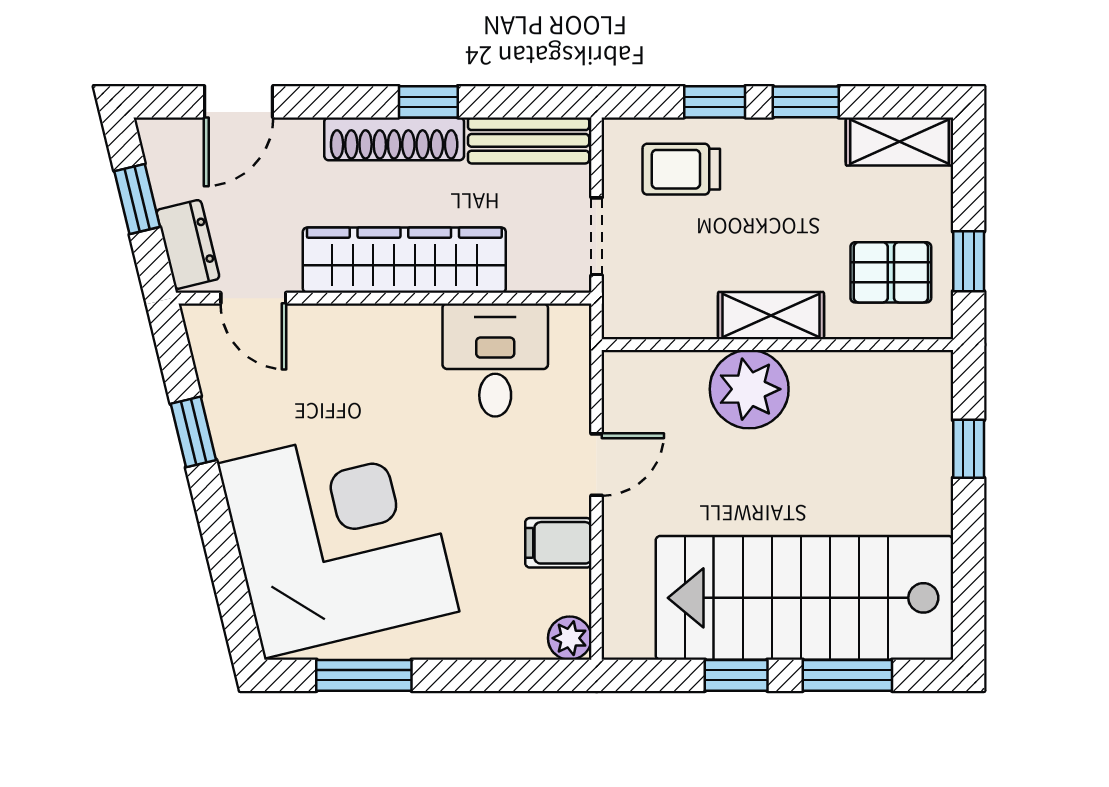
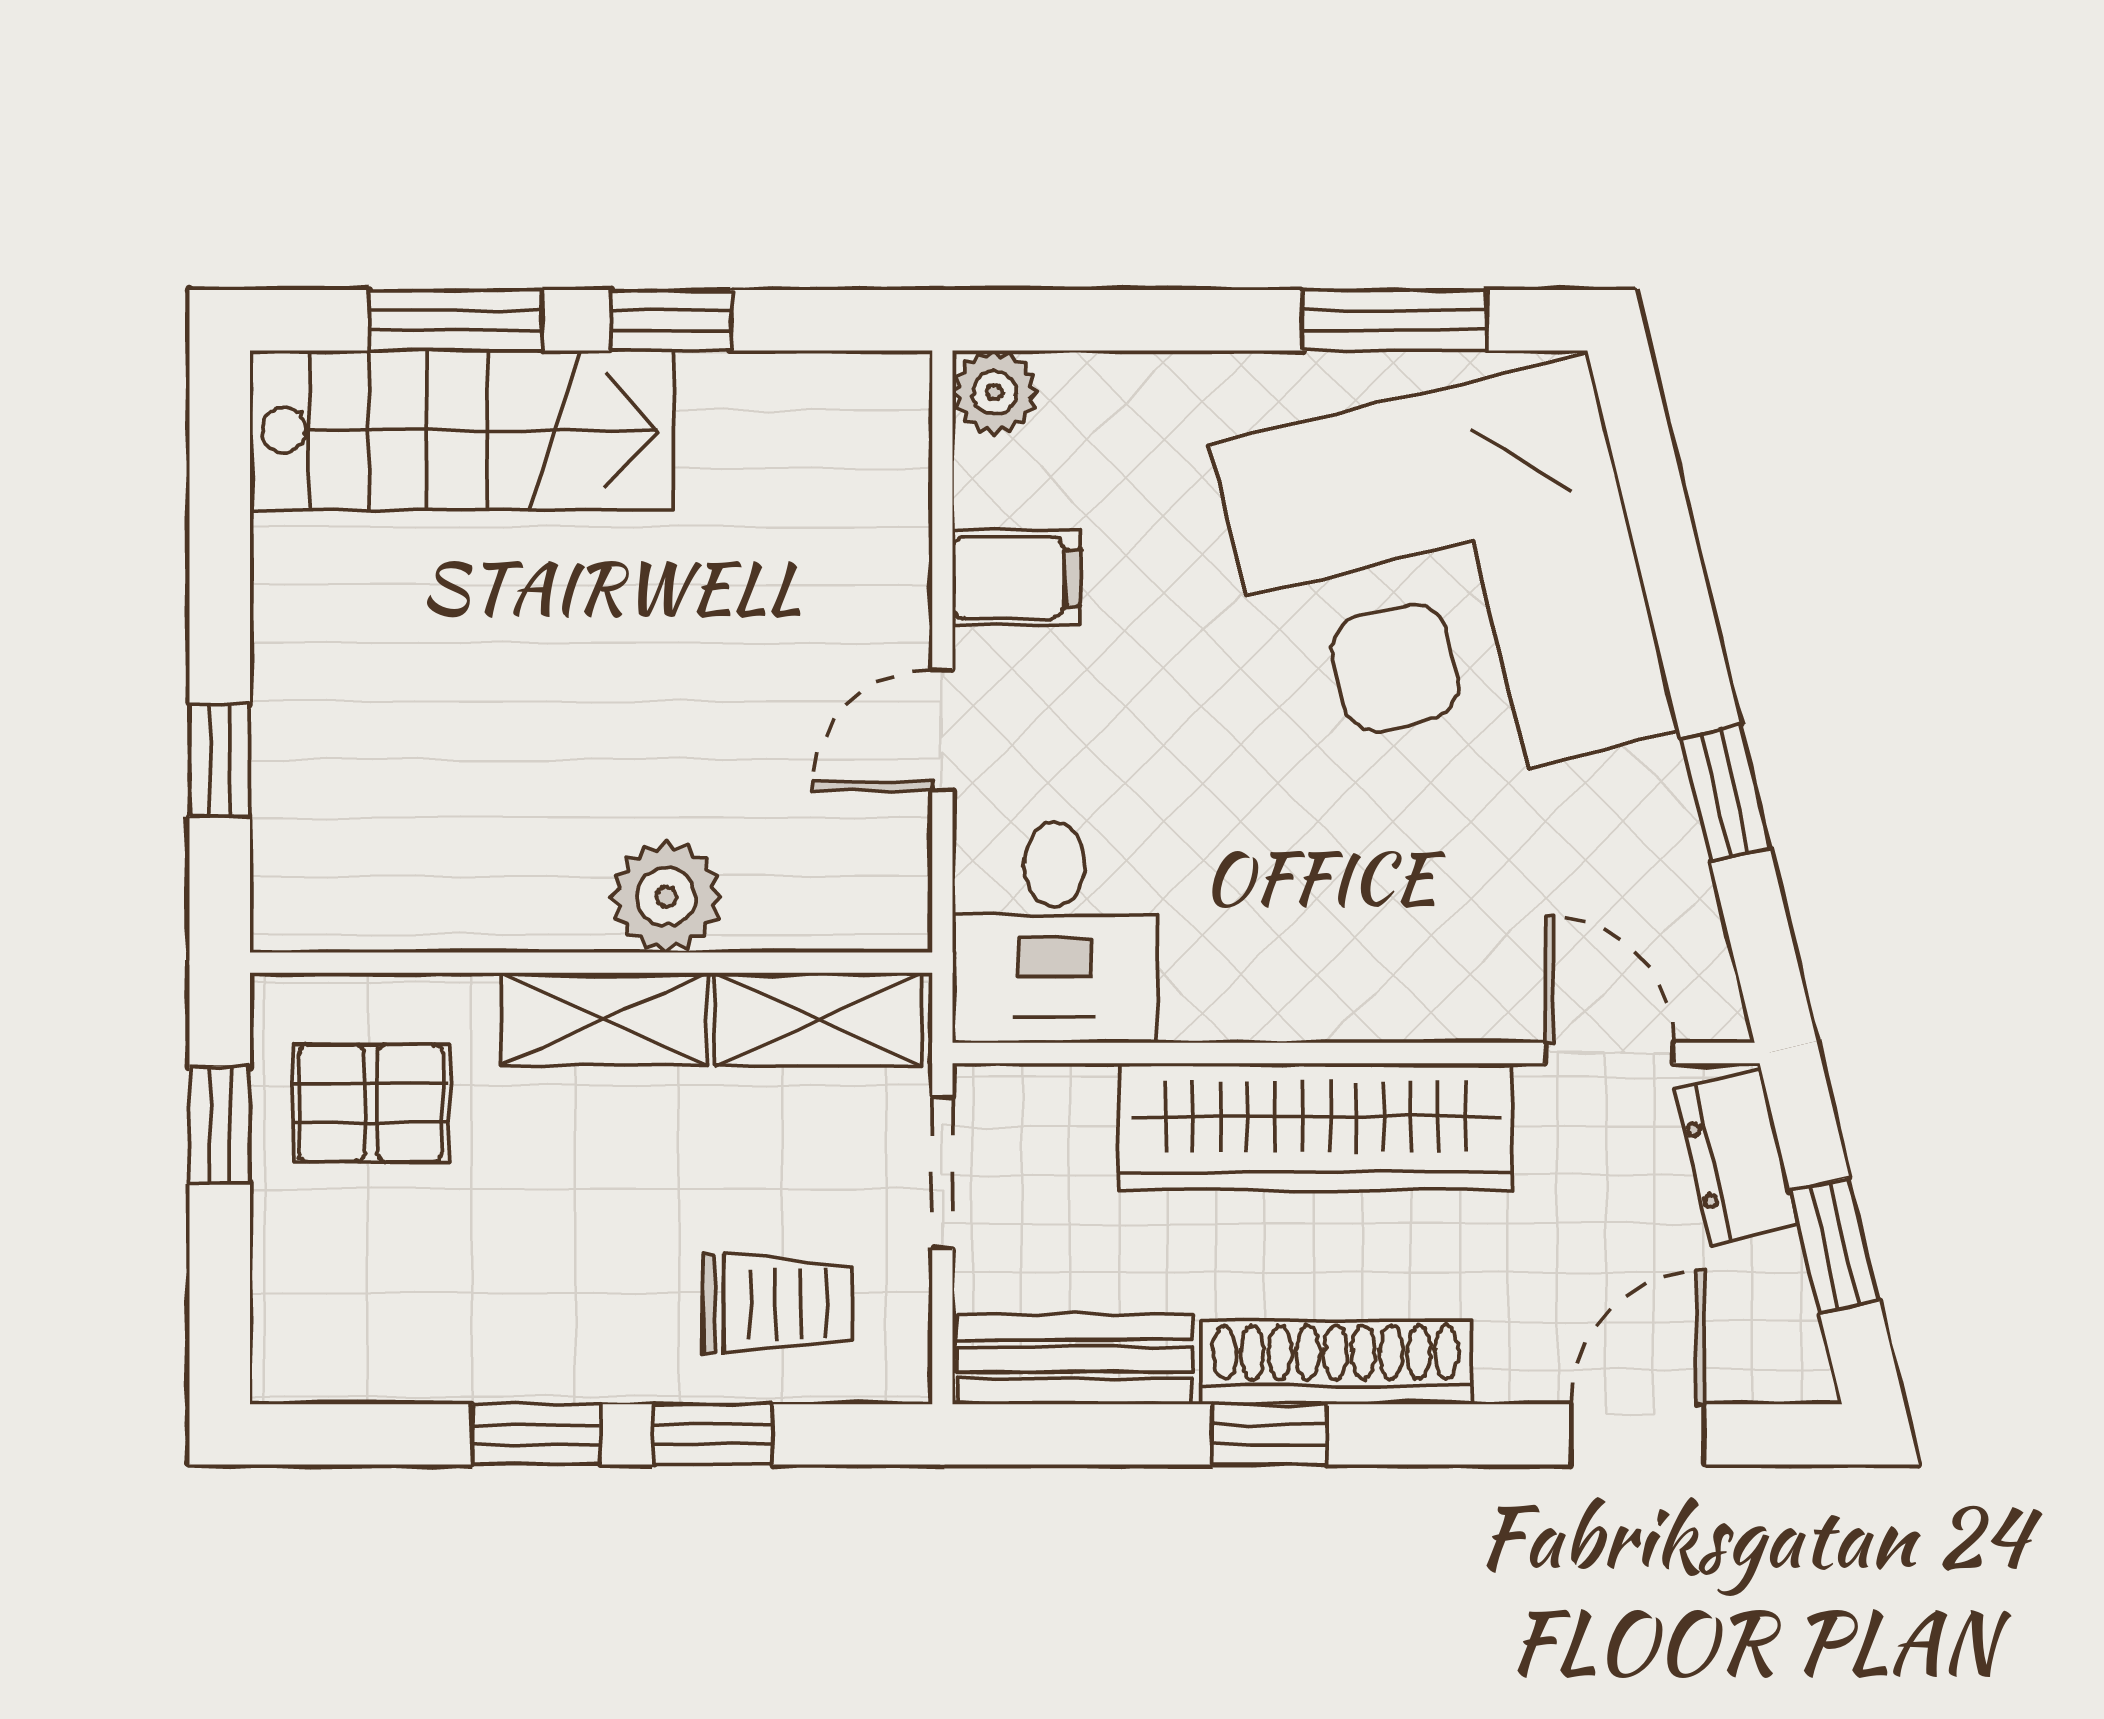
shelving: (899, 141) -> (818, 1020), moved
desk: (495, 360) -> (1055, 933), moved
plant: (749, 389) -> (666, 897), width x0.73, depth x0.73
stairs: (804, 598) -> (462, 430), width x0.73, depth x0.66

